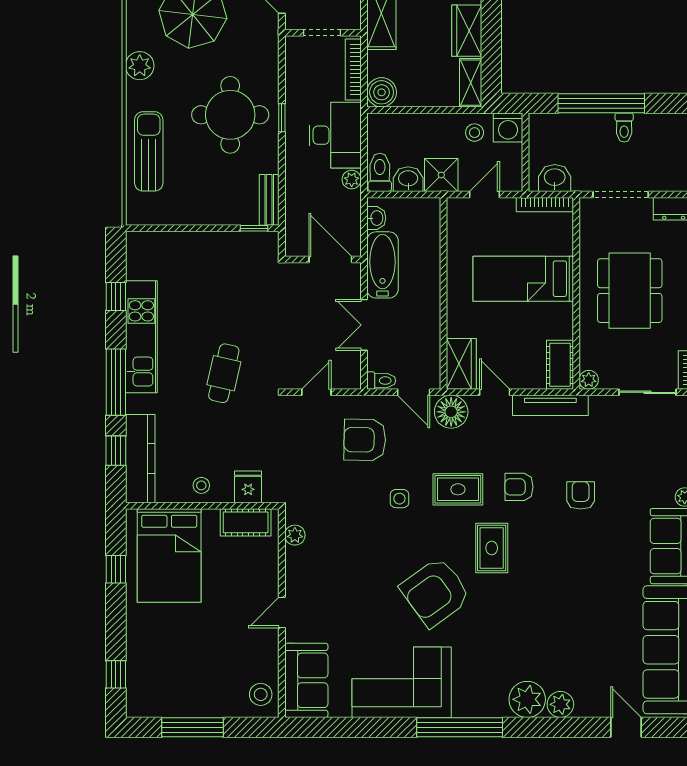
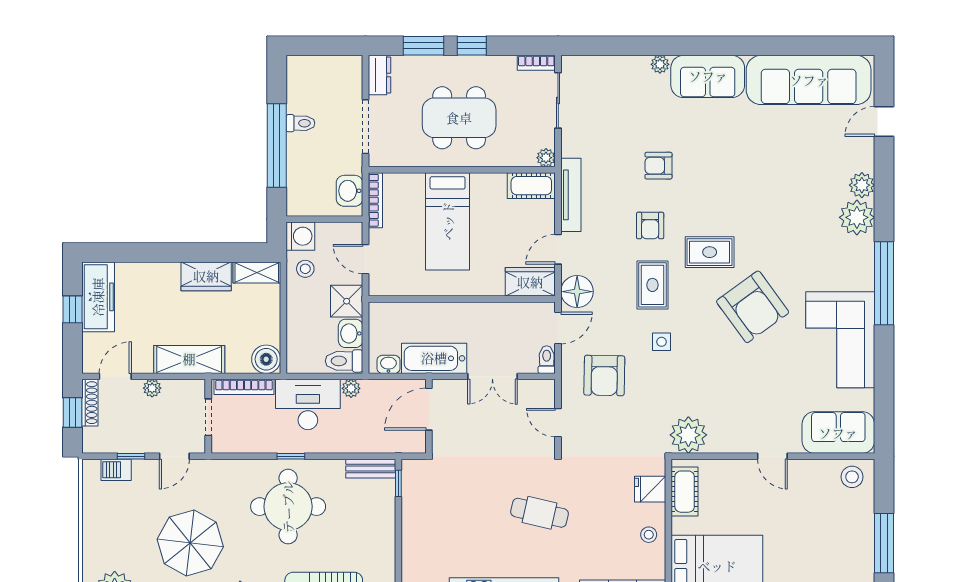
plant: (295, 535) -> (688, 435), width x1.88, depth x1.88

